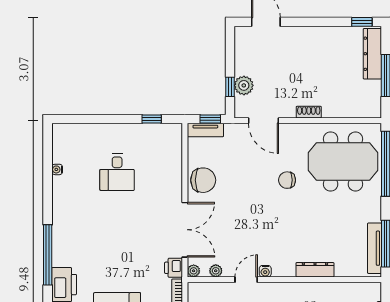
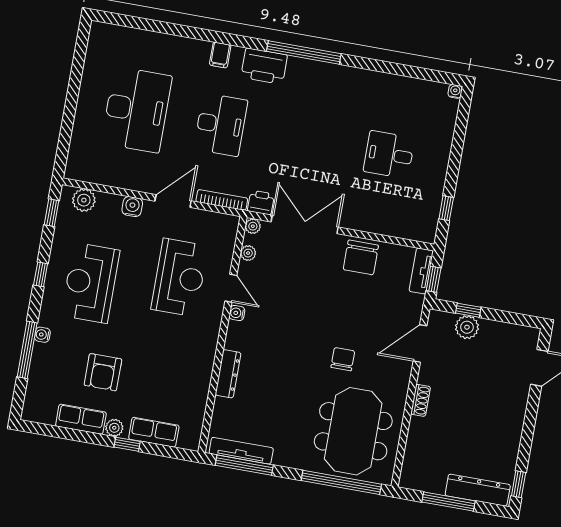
water cooler: (57, 169) -> (455, 91), moved
double door: (185, 230) -> (305, 224), swing flipped

